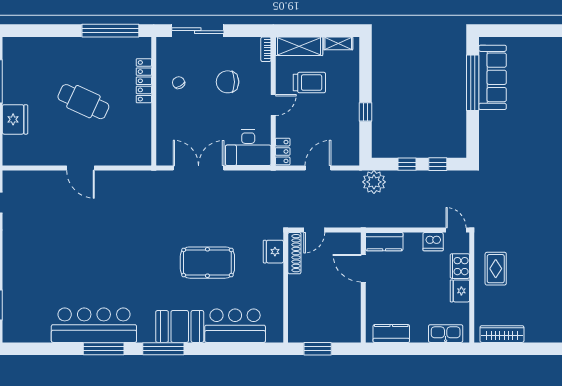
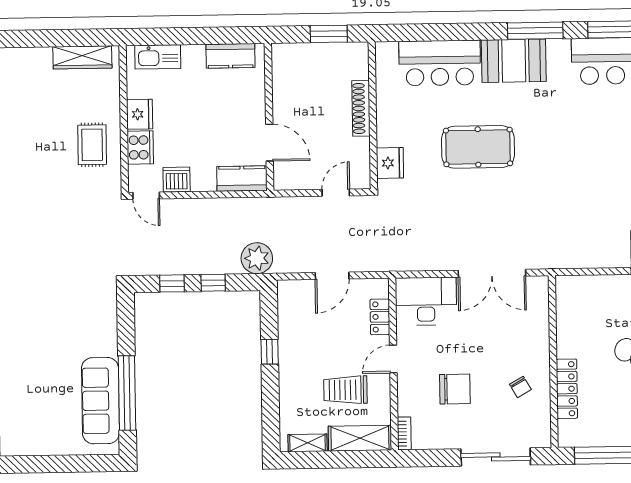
locker: (283, 151) -> (380, 317), moved
shoe rack: (294, 253) -> (361, 108), moved

